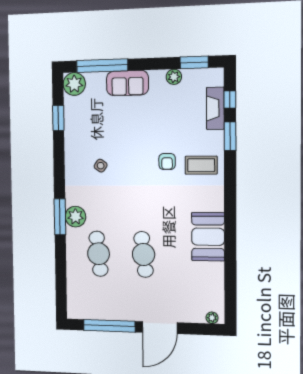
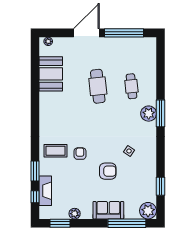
armchair: (129, 138) -> (108, 171), added
booth: (208, 237) -> (51, 74), moved
cafe table: (99, 254) -> (131, 86), width x0.73, depth x0.74

